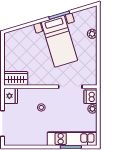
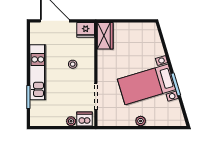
plant: (92, 34) -> (141, 121), moved
kitchen unit: (72, 139) -> (38, 72), moved

